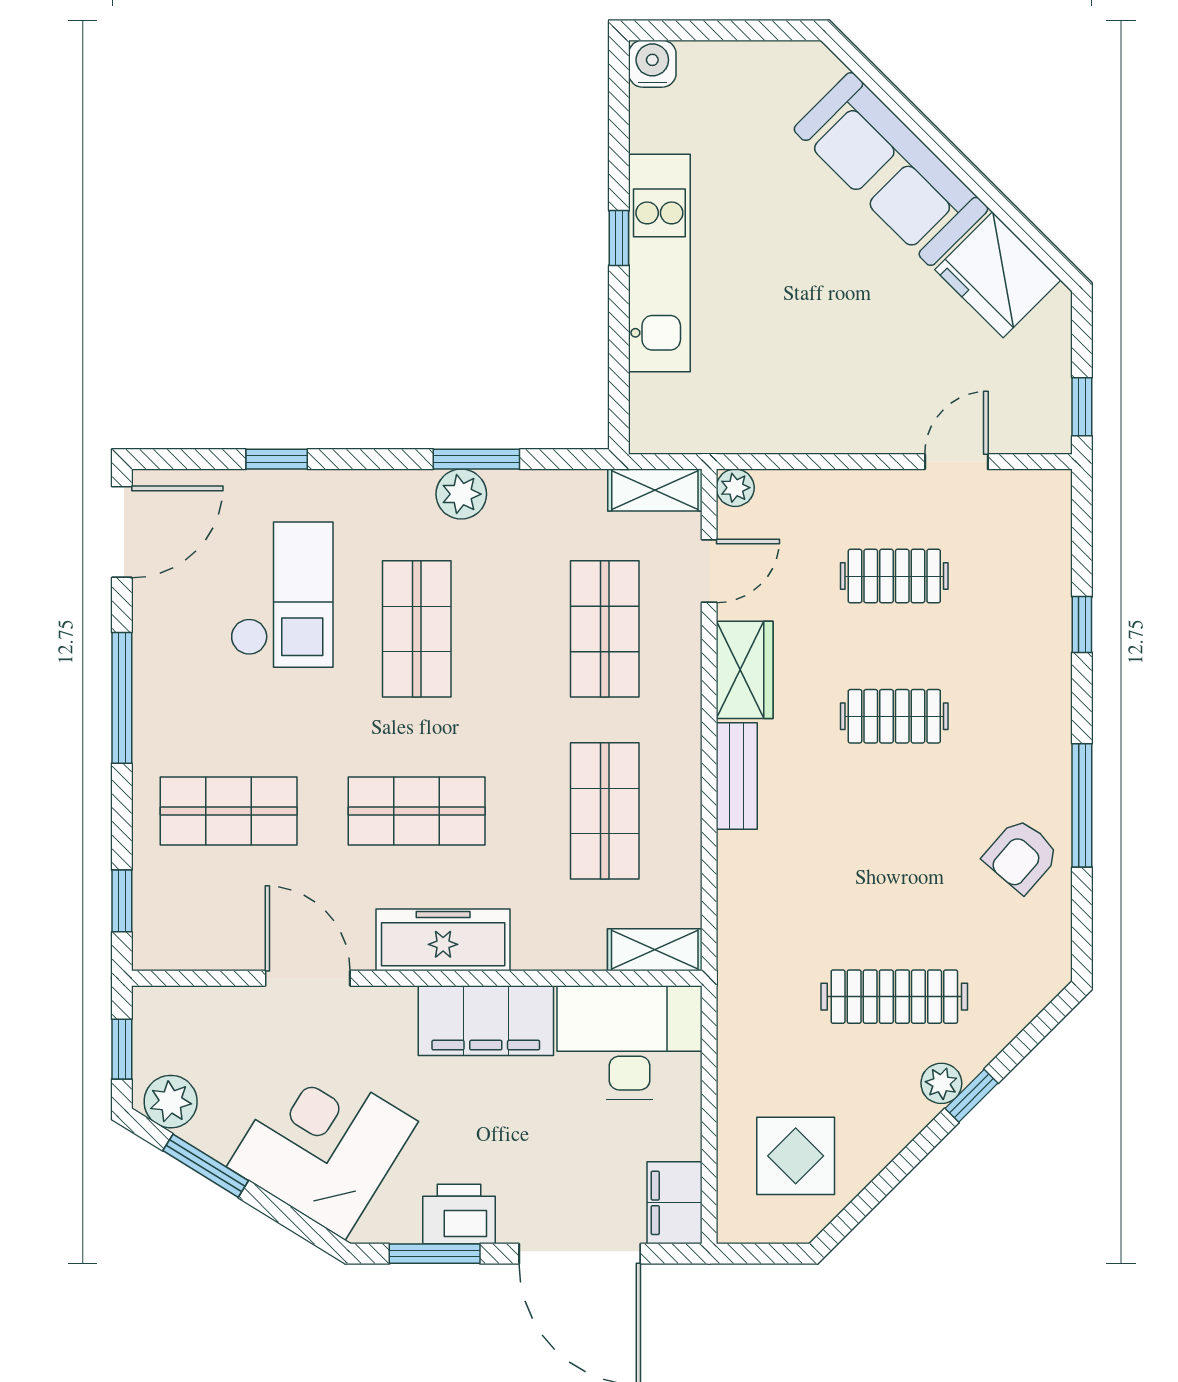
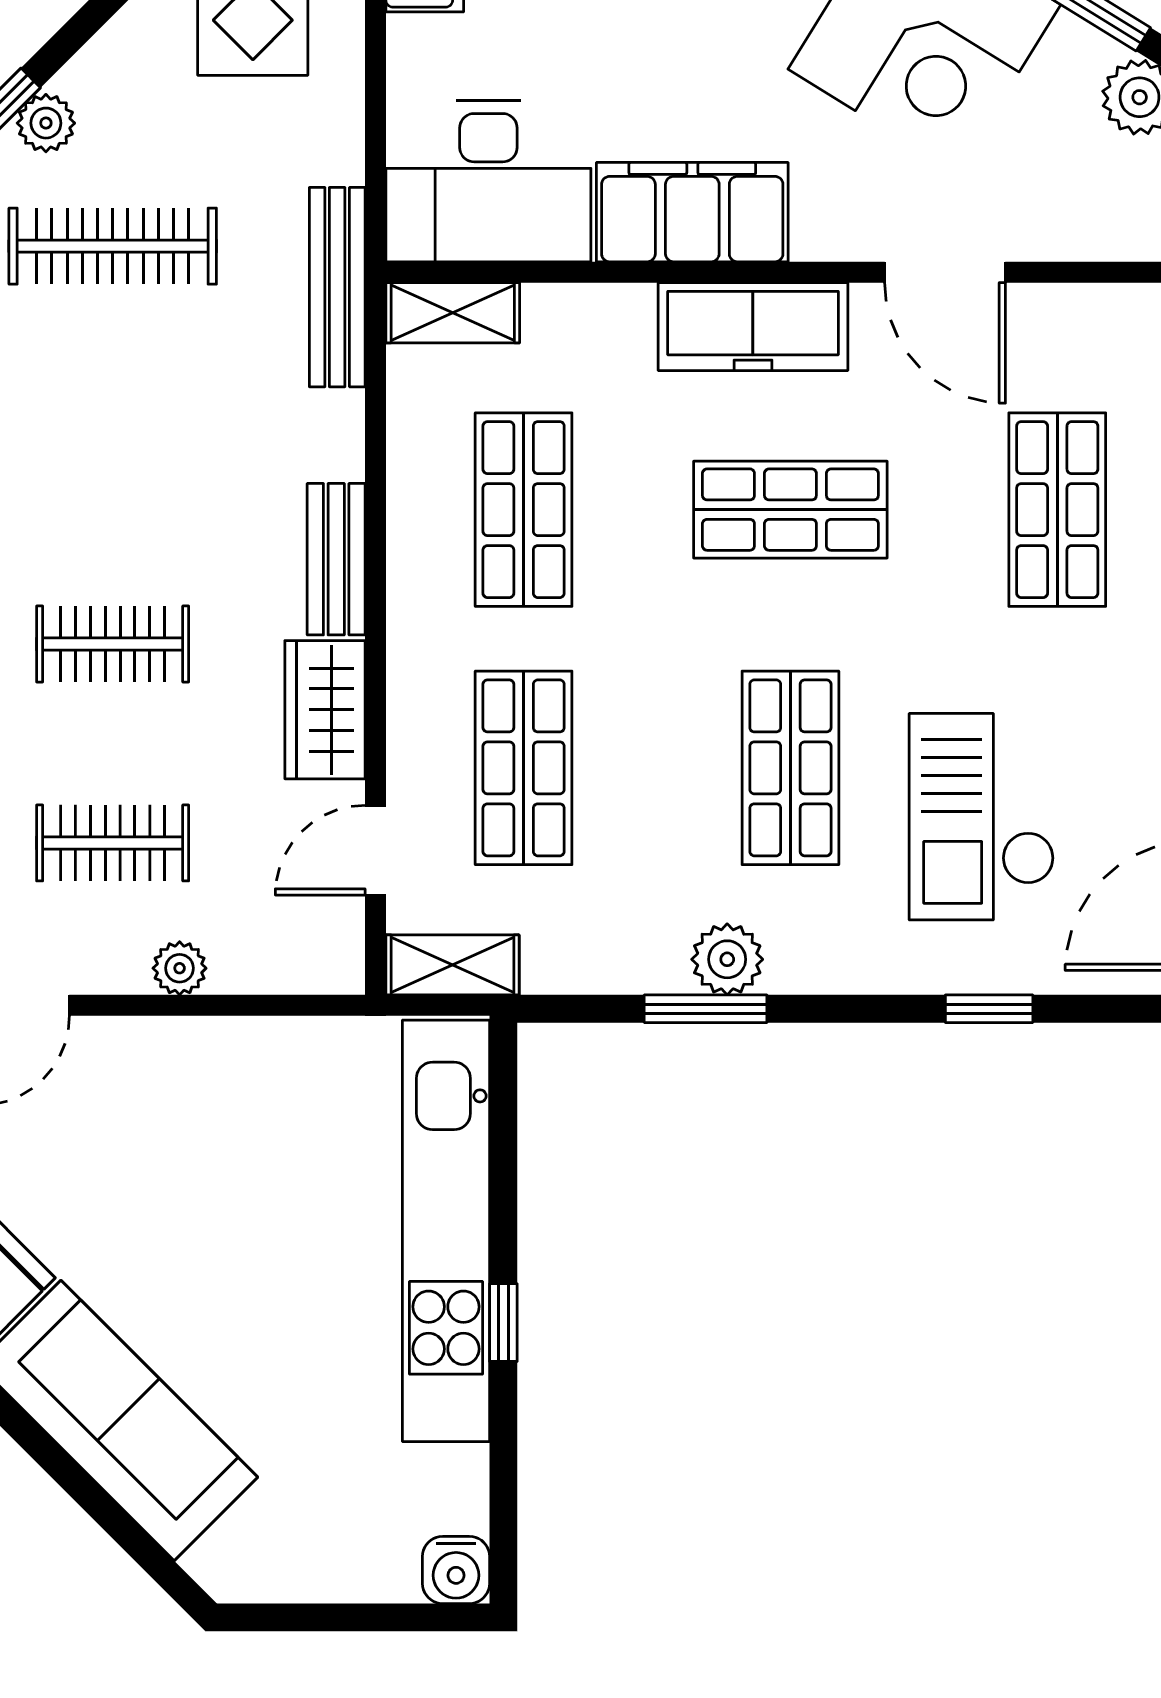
kitchen unit: (659, 263) -> (446, 1231), width x1.36
plant: (735, 488) -> (180, 968), moved
shop shelf: (229, 811) -> (1057, 510), turned 90
bench: (736, 968) -> (337, 287), added

